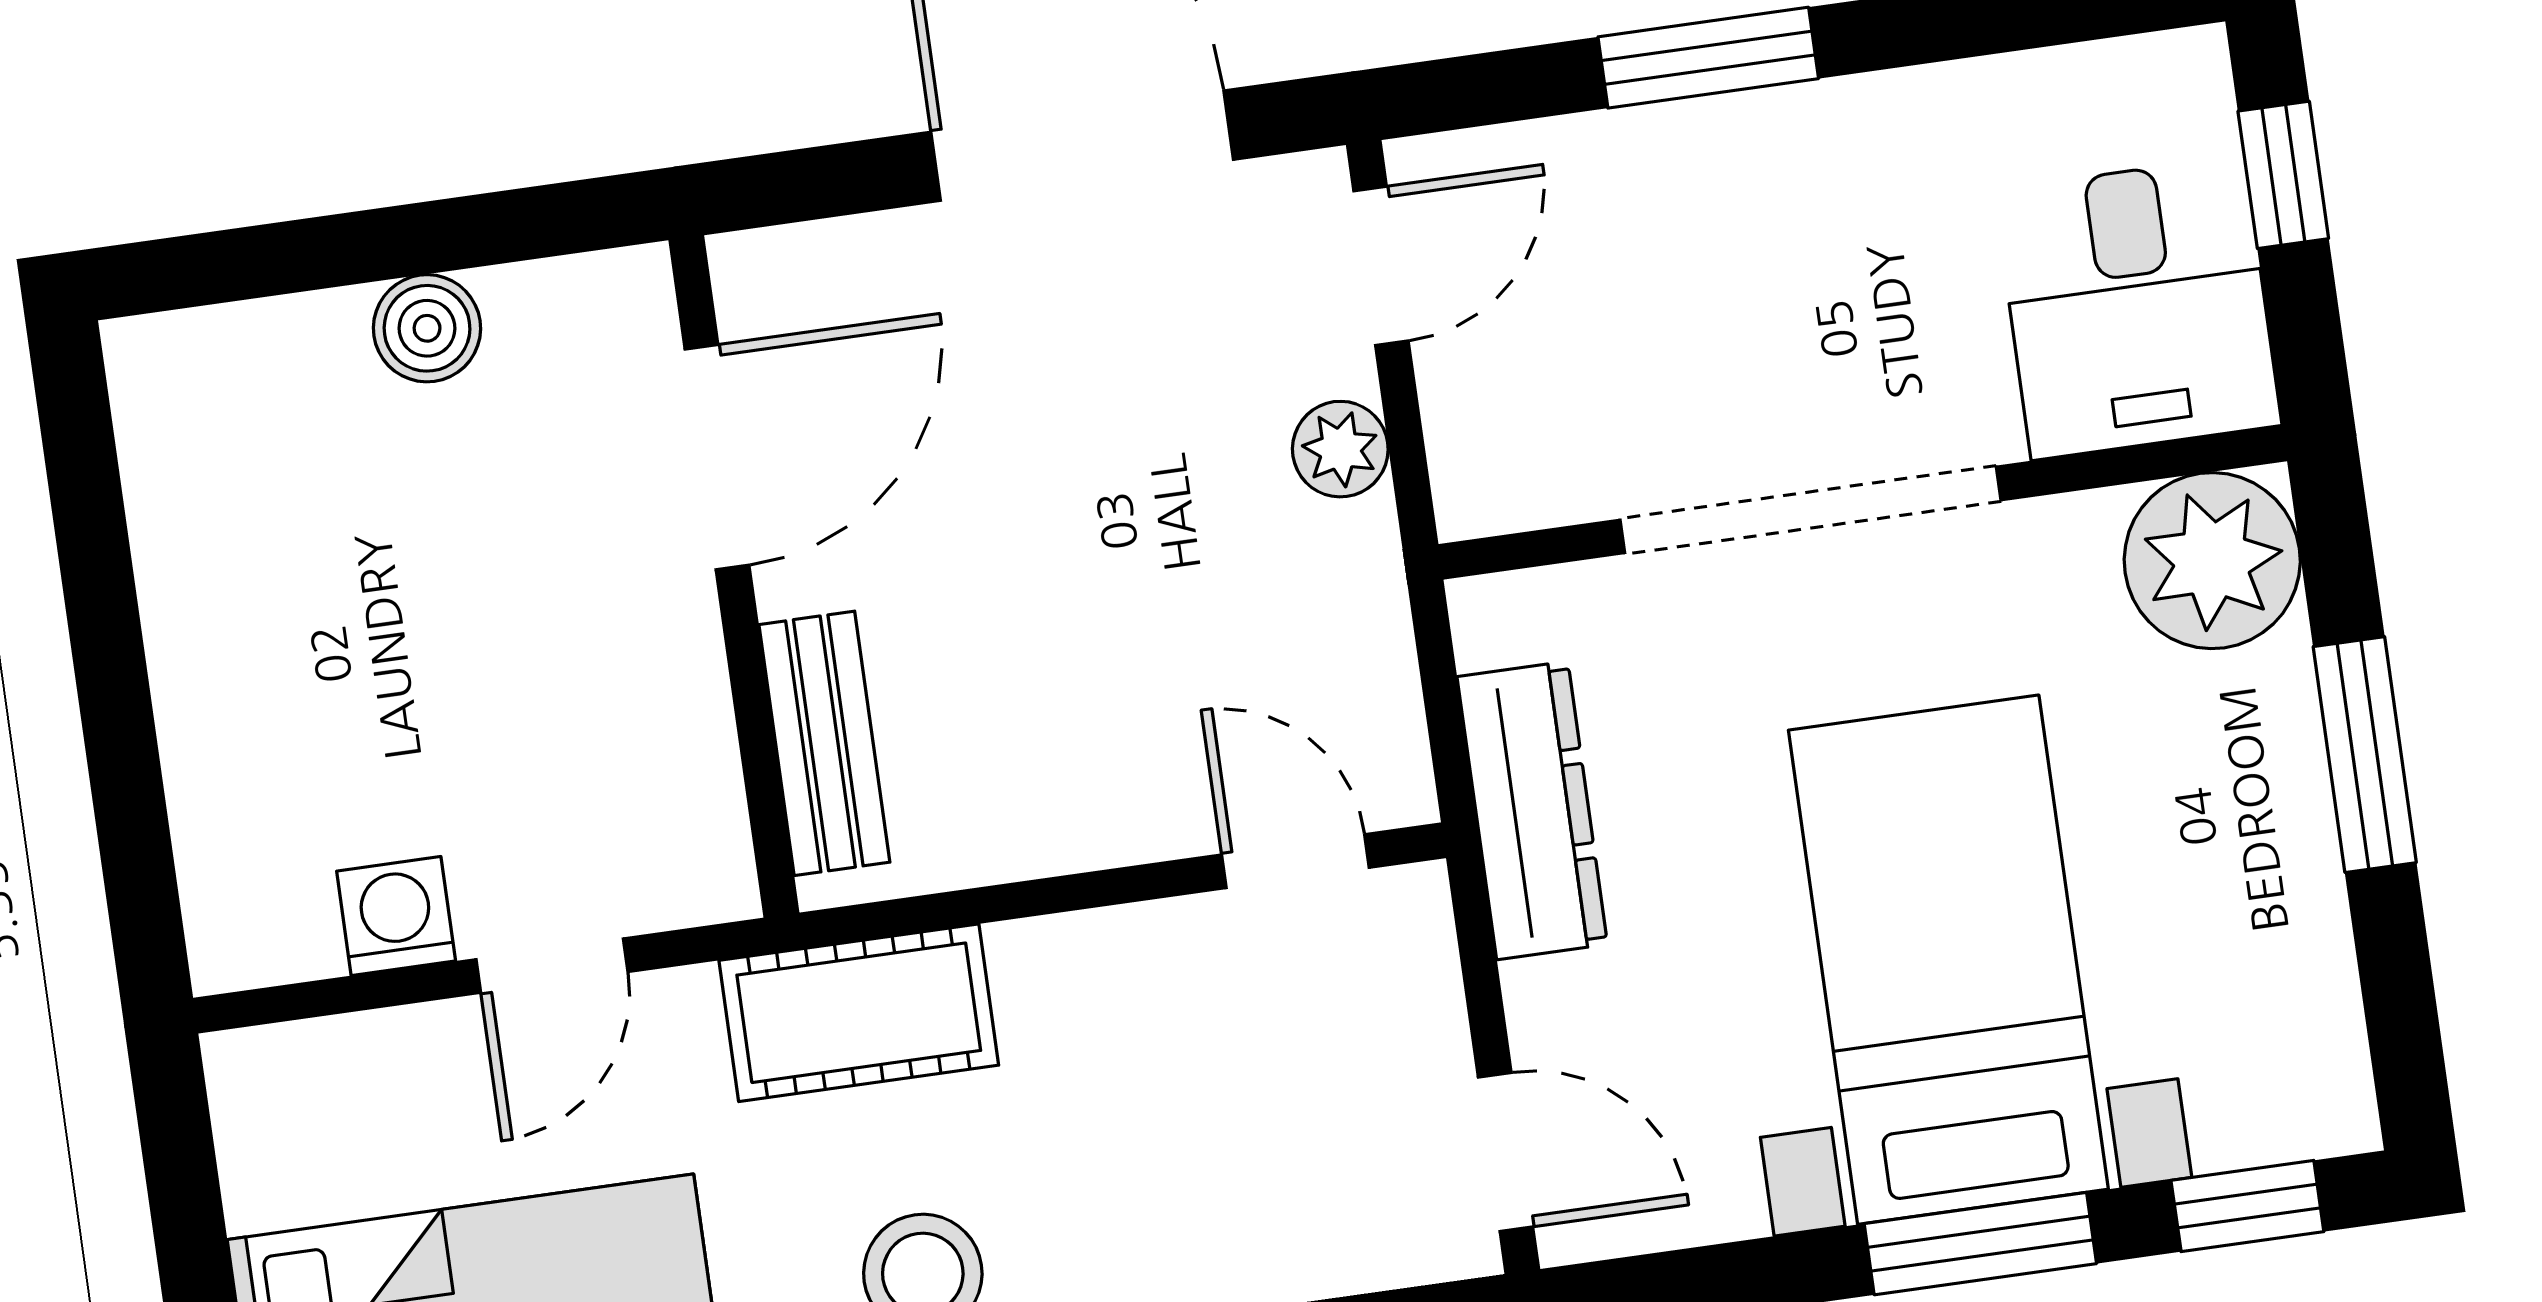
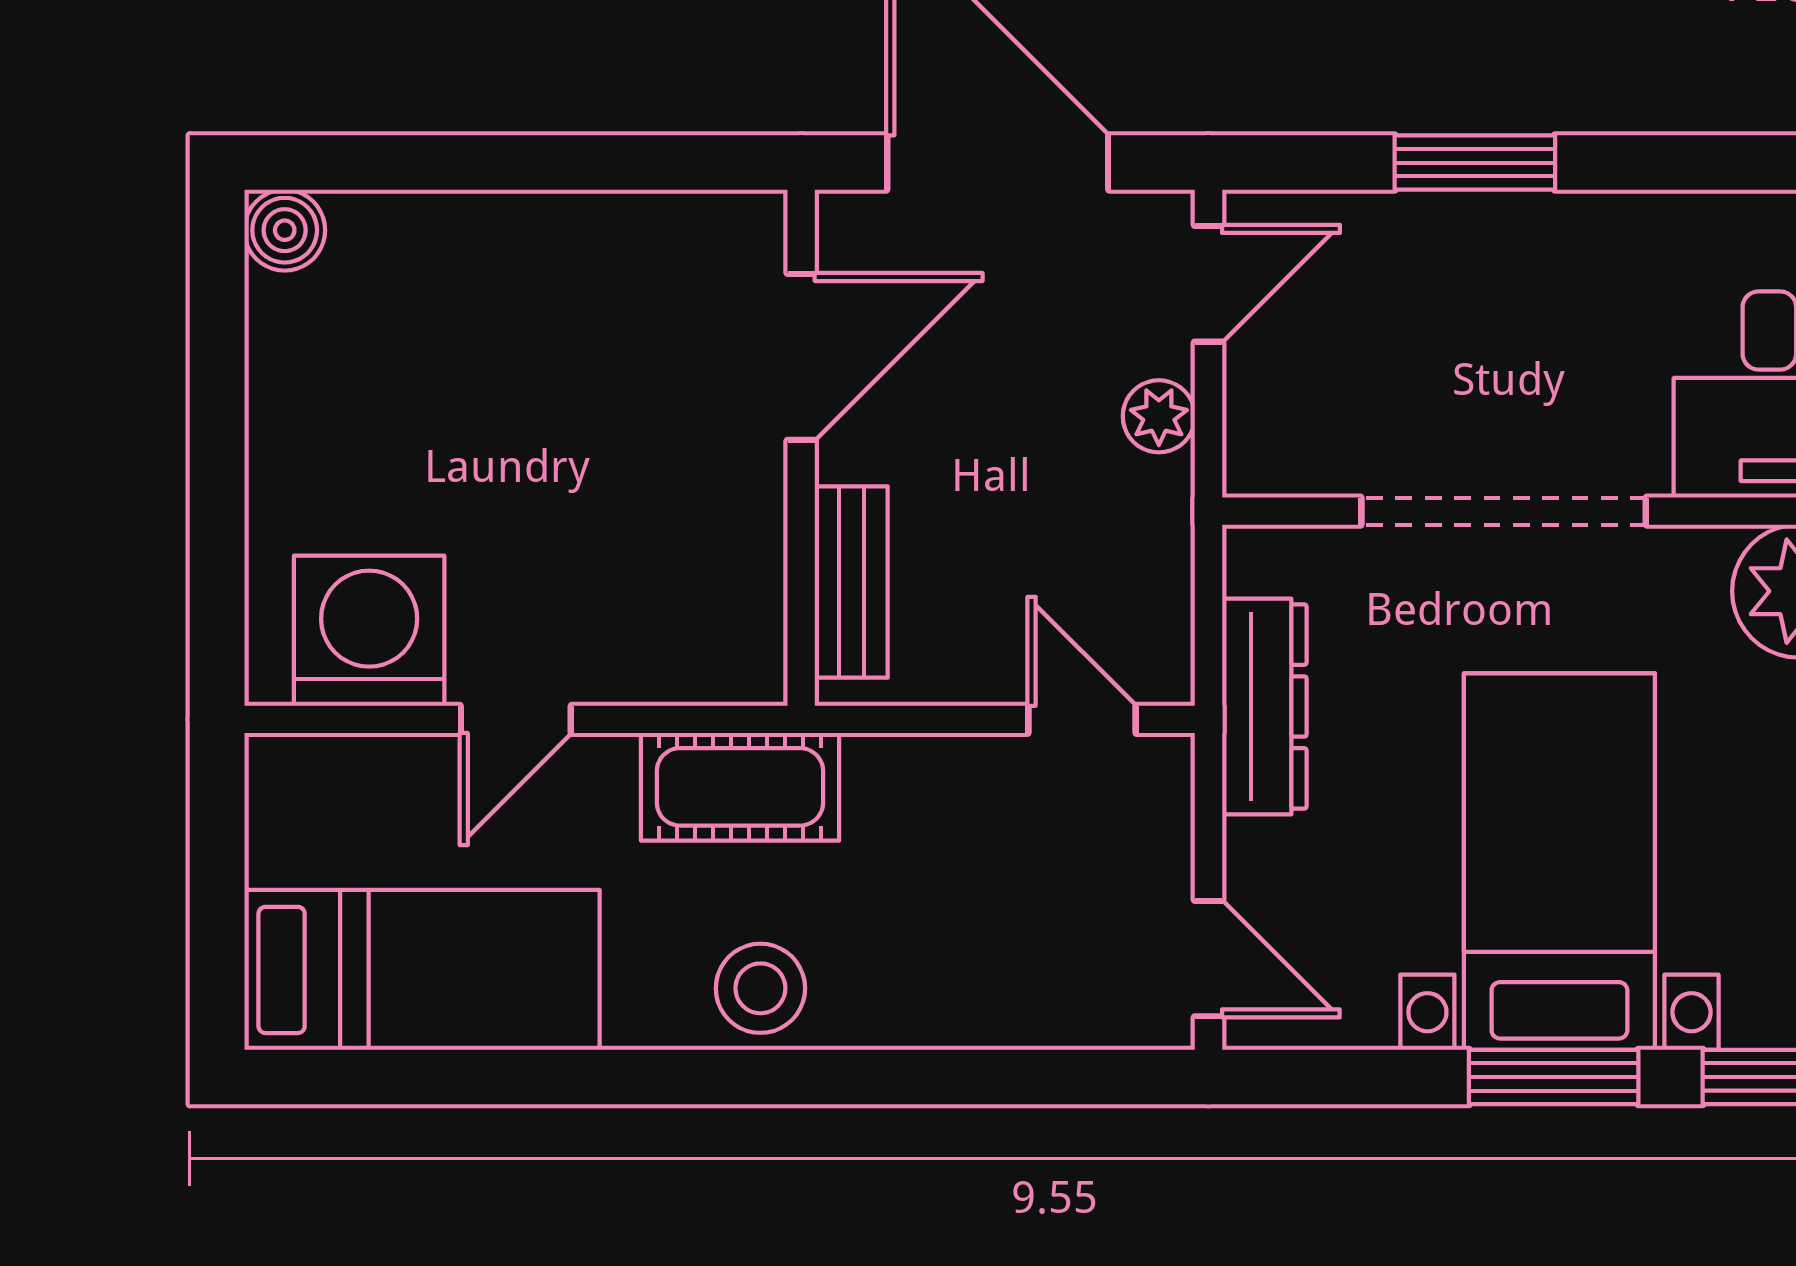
boiler: (427, 328) -> (285, 230), moved
door: (717, 457) -> (801, 357), moved
wall: (734, 576) -> (801, 448), moved
bench: (824, 743) -> (851, 582), moved
washing machine: (396, 916) -> (369, 631), width x1.89, depth x1.89

